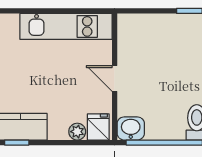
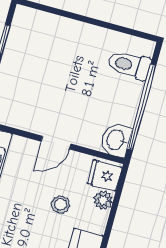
stool: (64, 96) -> (60, 204), added

